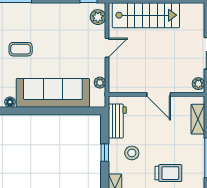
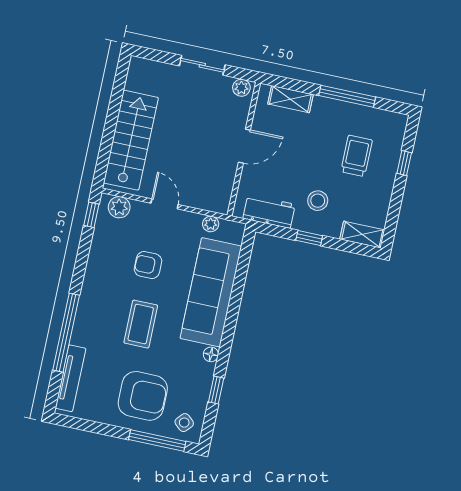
armchair: (62, 45) -> (148, 265), added
coffee table: (21, 49) -> (141, 324), width x1.36, depth x1.30

